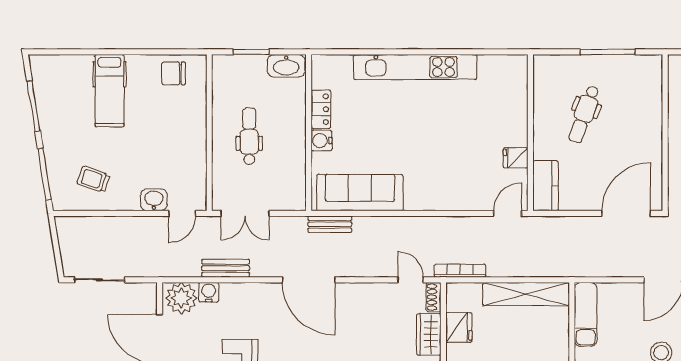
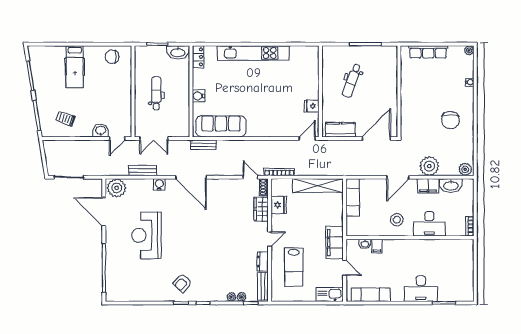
locker: (321, 109) -> (198, 57), moved
kitchen counter: (545, 186) -> (340, 130), moved, turned -90
water cooler: (209, 292) -> (159, 184), moved

